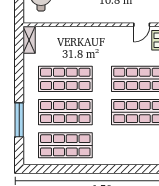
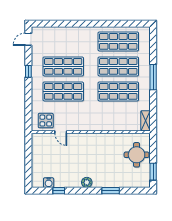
door: (142, 25) -> (61, 132), swing flipped
window: (19, 120) -> (153, 77), moved

